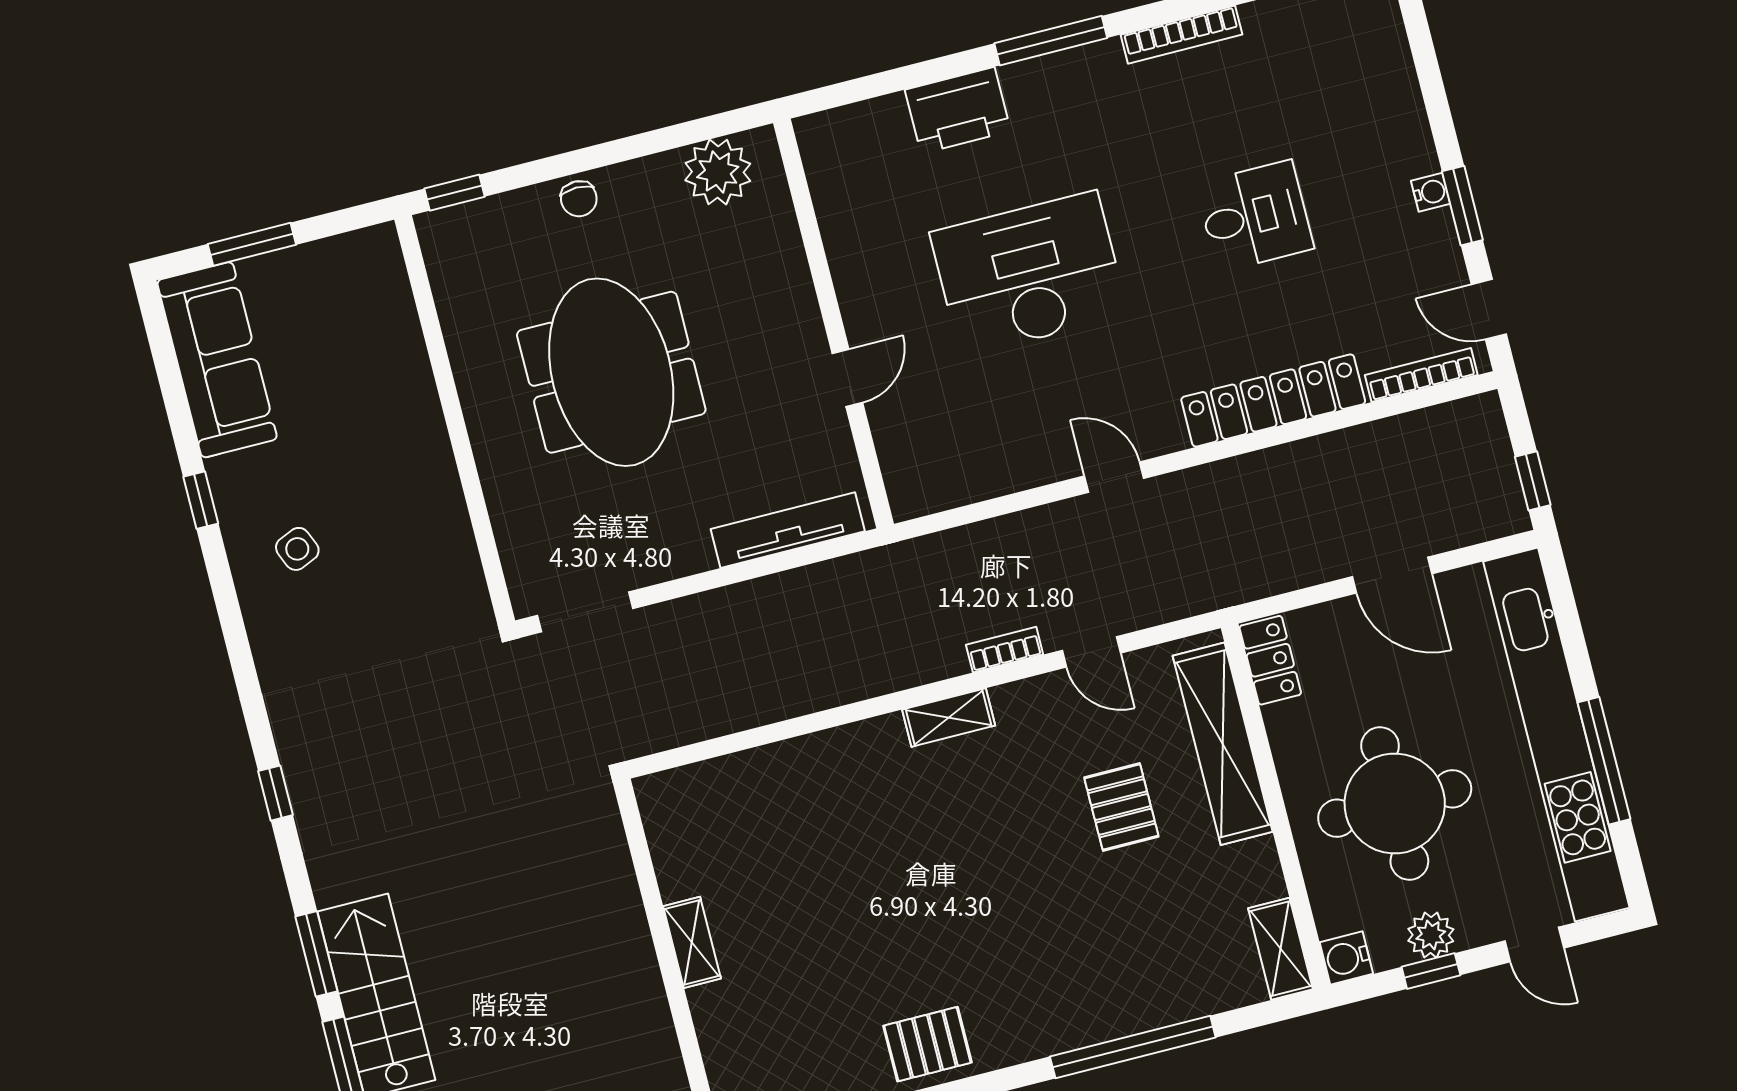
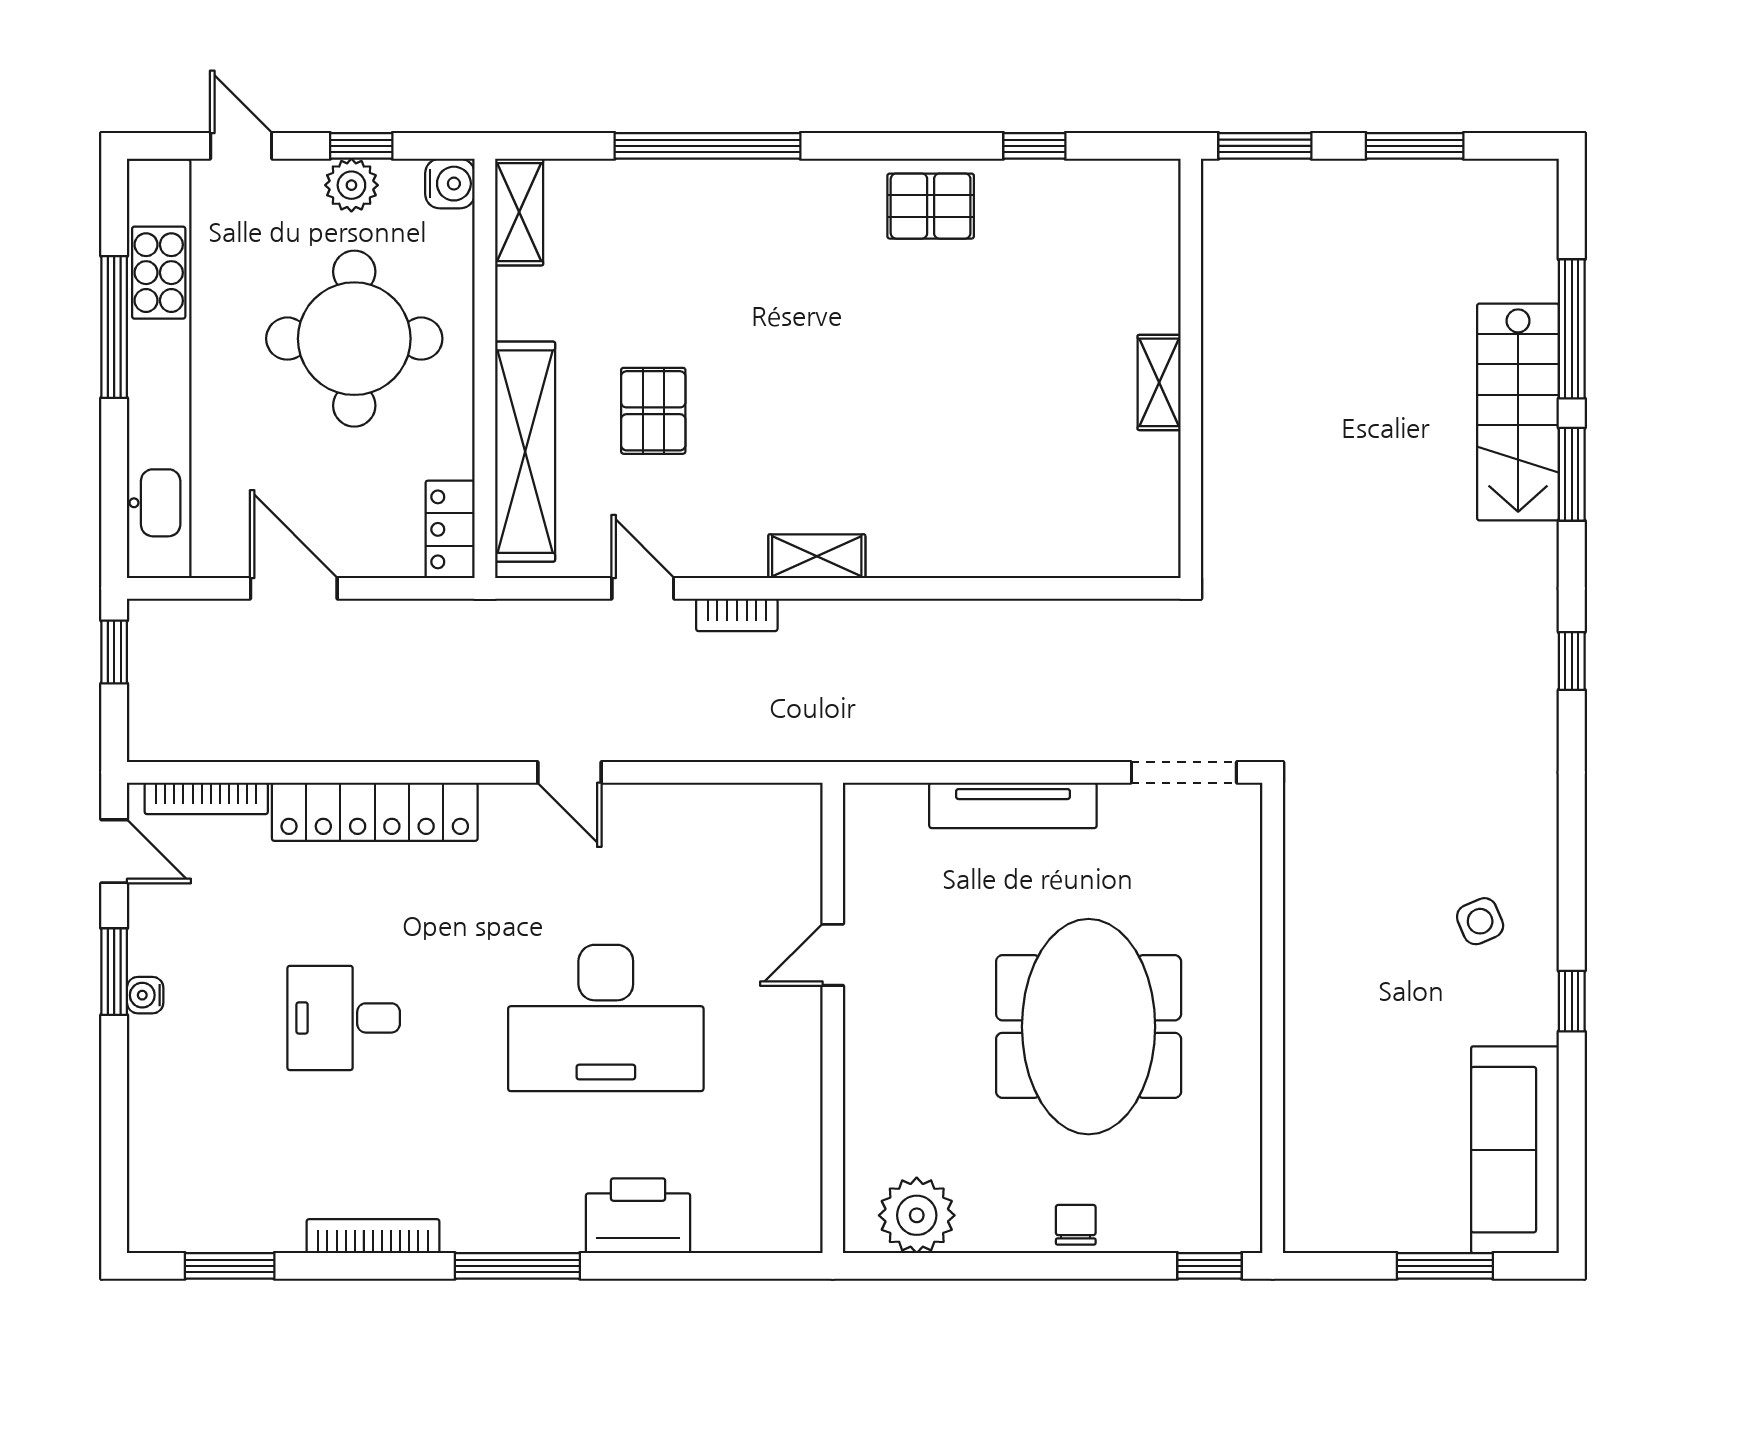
tv unit: (788, 530) -> (1013, 805), moved

